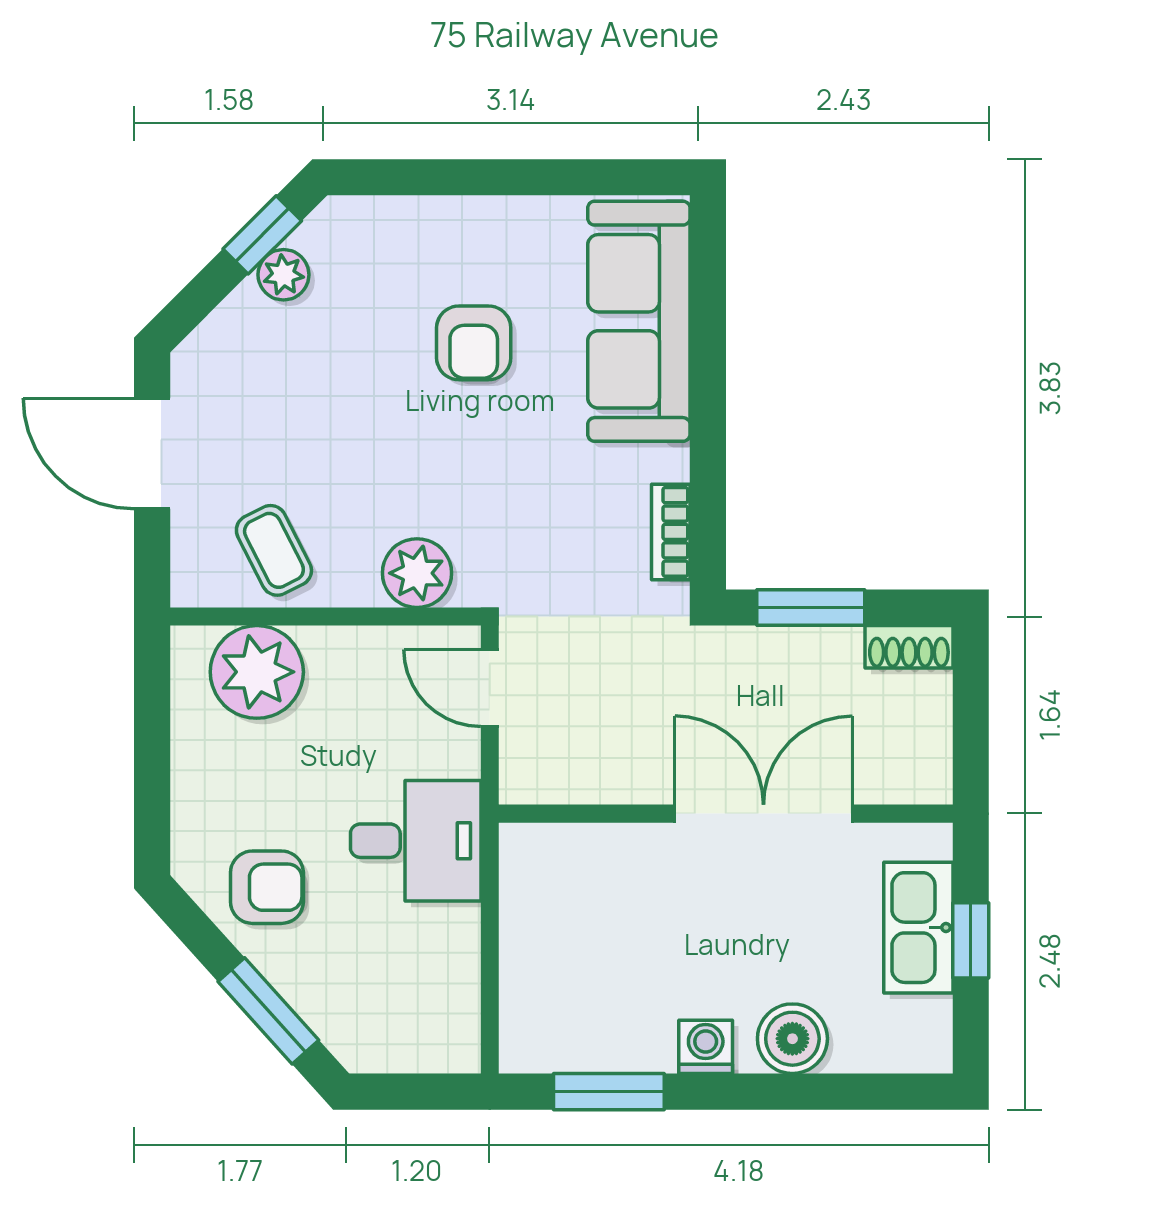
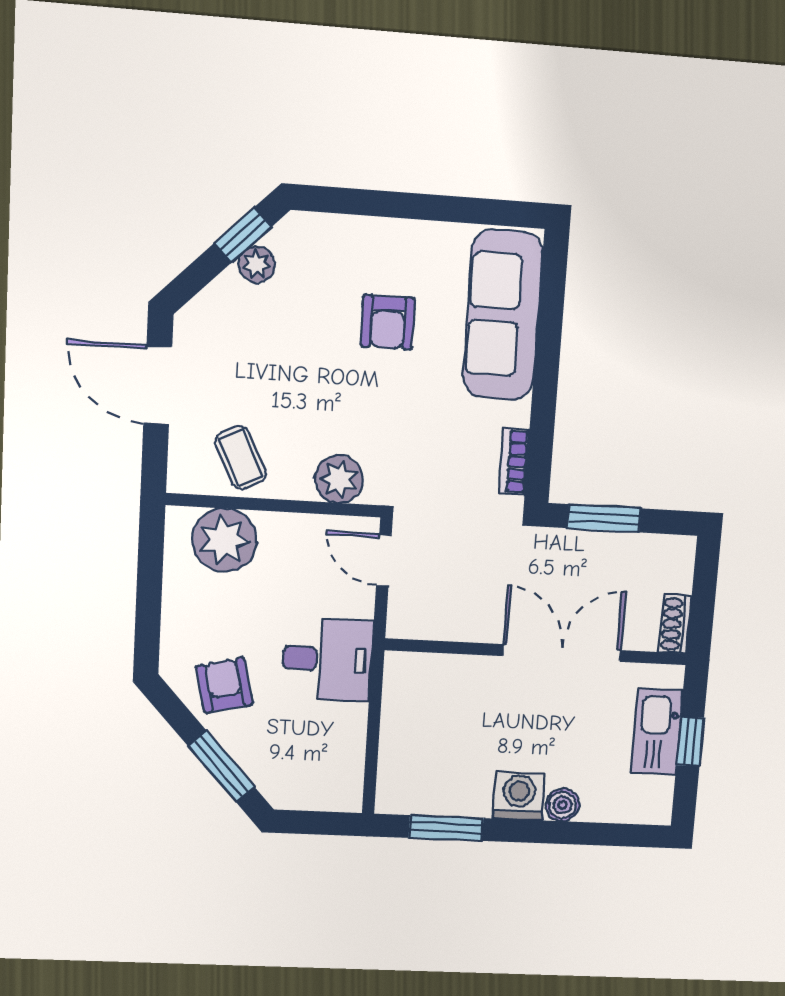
shoe rack: (909, 647) -> (675, 624), moved, turned 90
armchair: (267, 887) -> (224, 685), turned -103
boiler: (792, 1039) -> (562, 805), width x0.73, depth x0.73
washing machine: (706, 1047) -> (519, 796), width x1.38, depth x1.38

